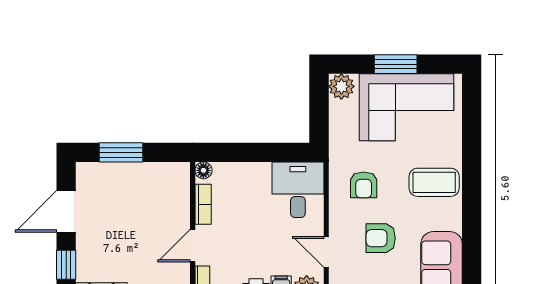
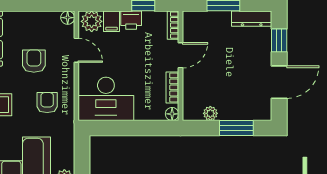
plant: (154, 171) -> (210, 113), added
desk: (298, 190) -> (106, 99), width x1.37
armchair: (381, 238) -> (34, 61), turned -90

